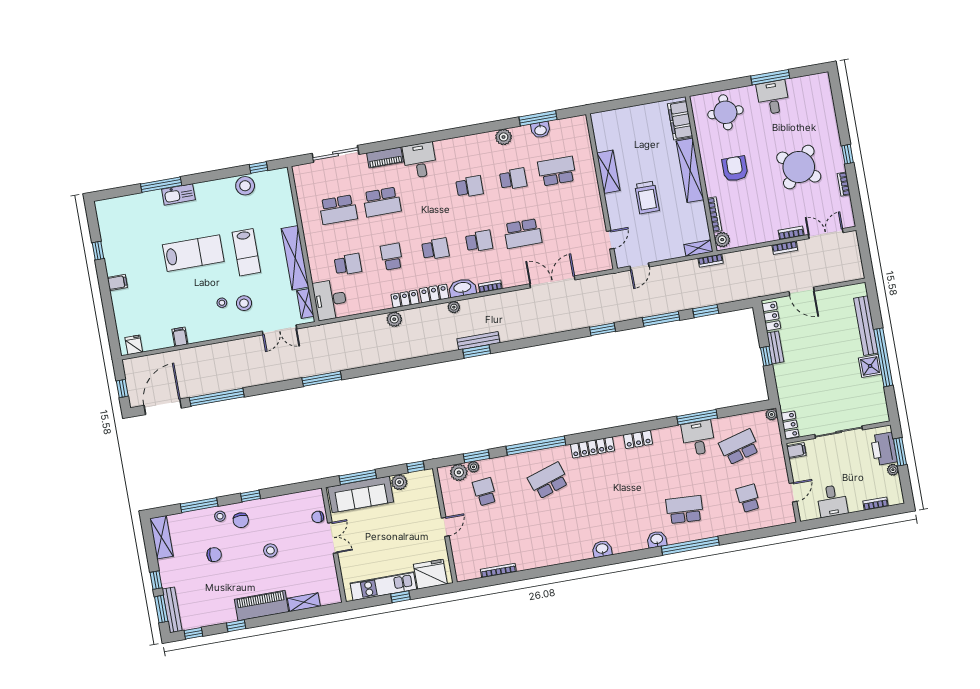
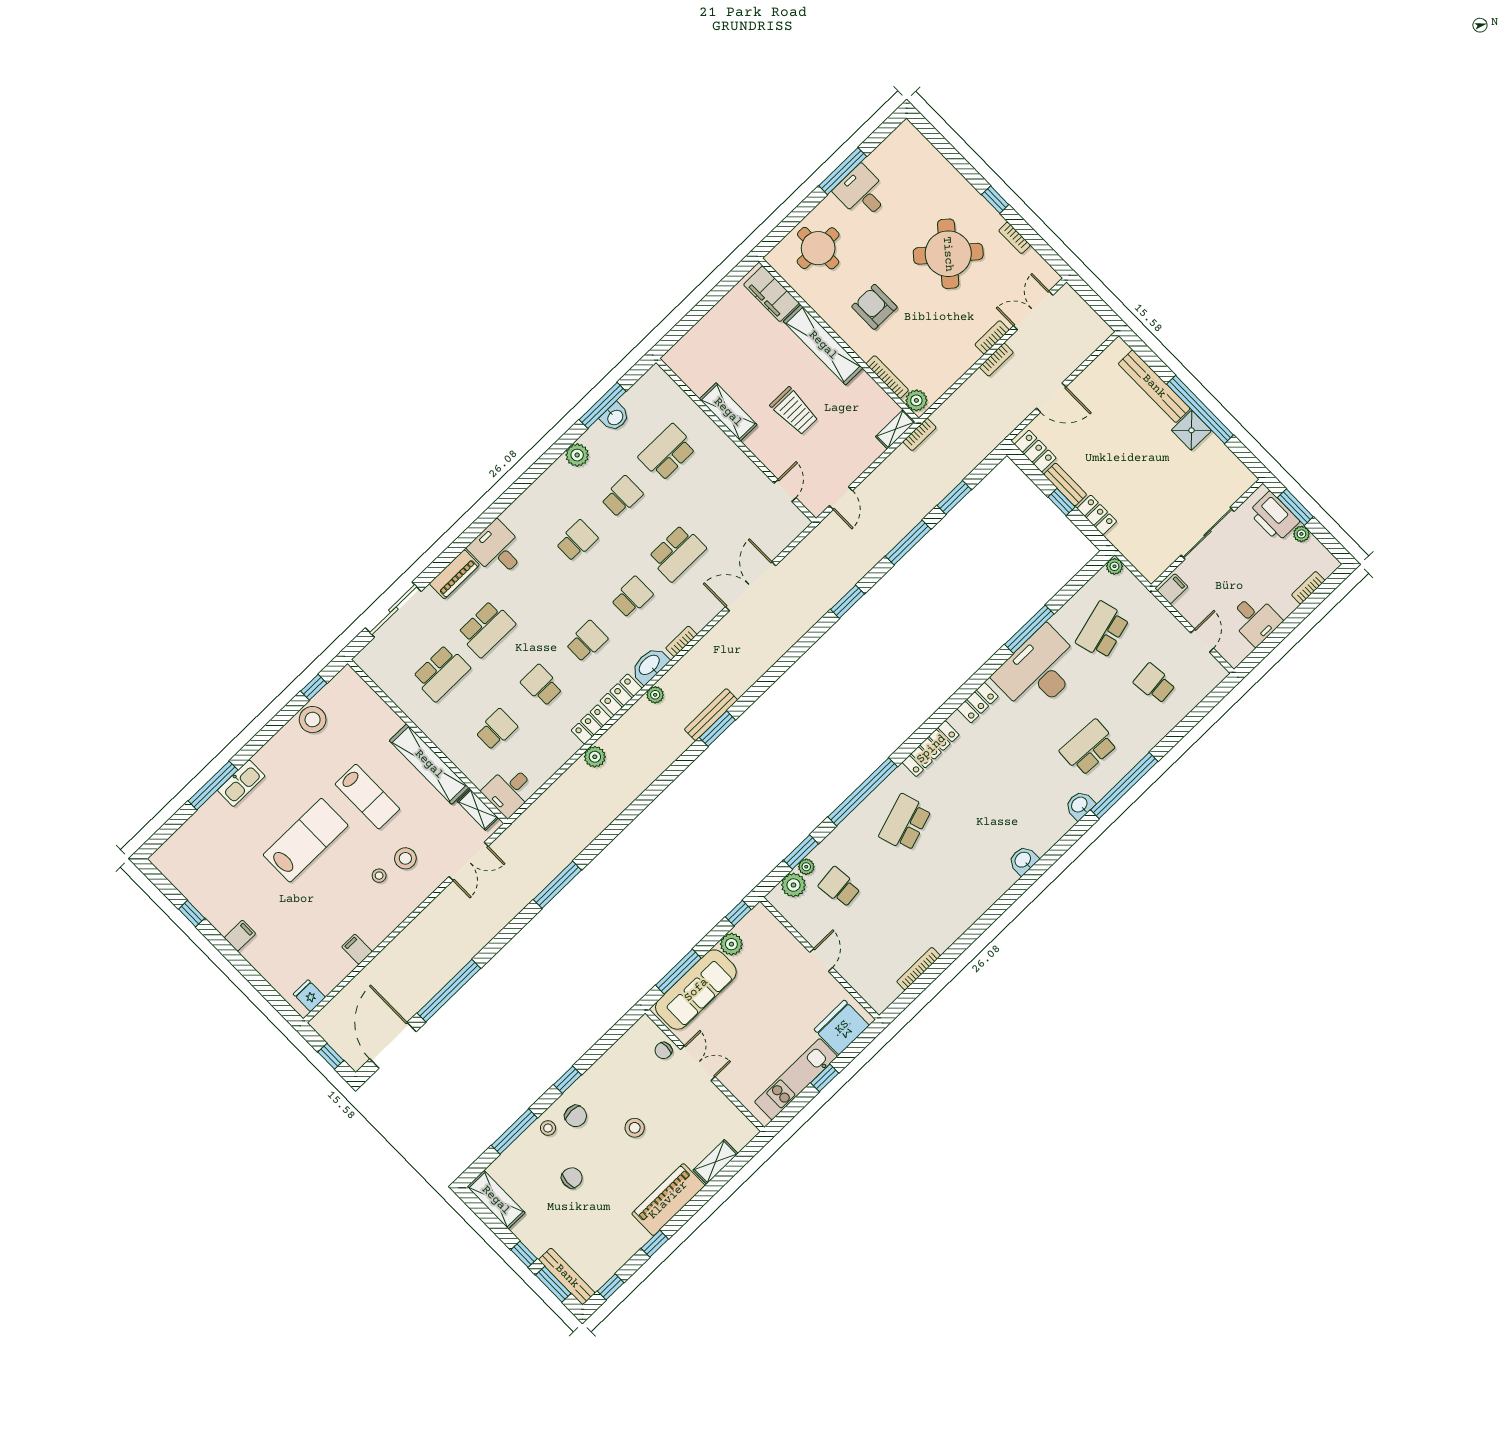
desk: (330, 300) -> (509, 791), width x0.73
locker: (790, 425) -> (1097, 515), moved
desk: (698, 438) -> (1039, 671), width x1.87, depth x1.30

